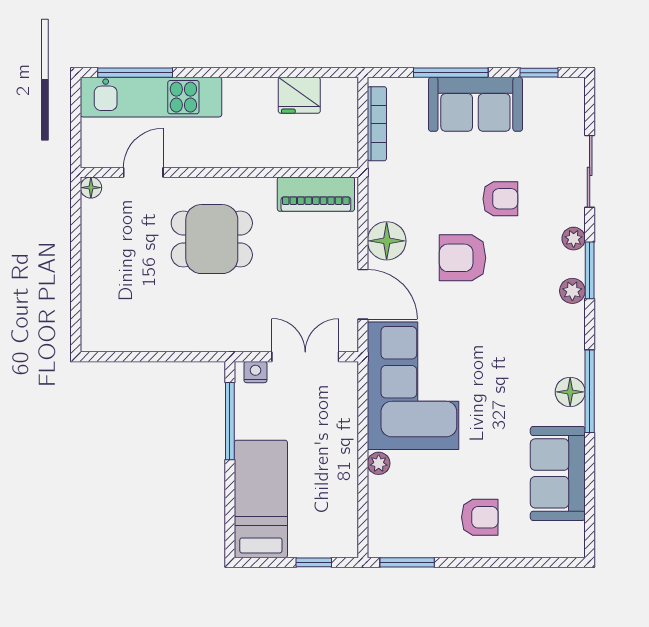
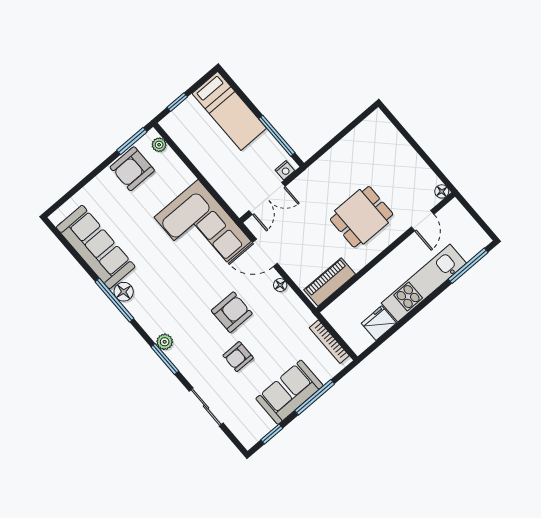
kitchen unit: (151, 97) -> (424, 283), moved
plant: (574, 239) -> (186, 368), removed
floor lamp: (387, 241) -> (280, 285), width x0.53, depth x0.53
plant: (379, 463) -> (159, 145), moved
sofa: (558, 473) -> (96, 247), width x1.36
armchair: (480, 517) -> (132, 169), moved, width x1.38, depth x1.38

